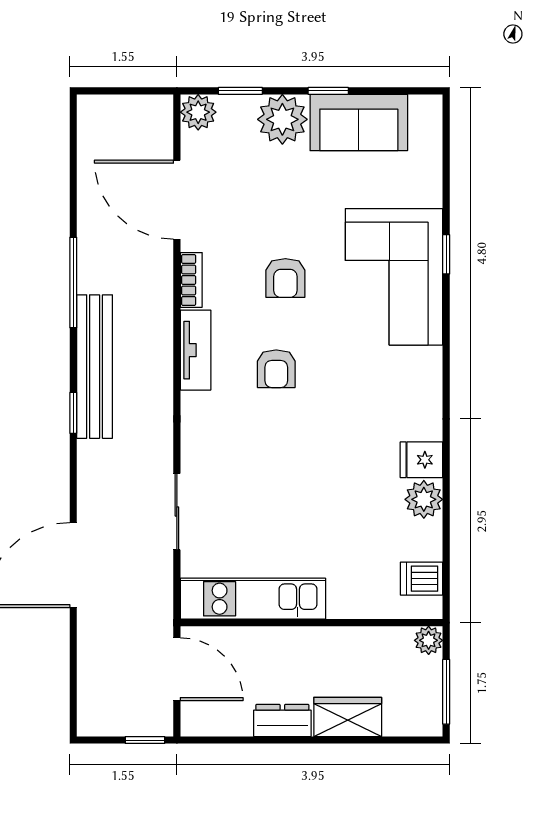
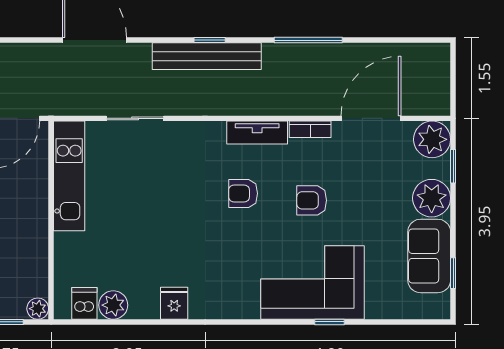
window: (328, 91) -> (453, 273), moved
plant: (198, 112) -> (432, 139), width x1.36, depth x1.36
bench: (95, 367) -> (207, 56), moved
plant: (424, 499) -> (113, 305), moved

